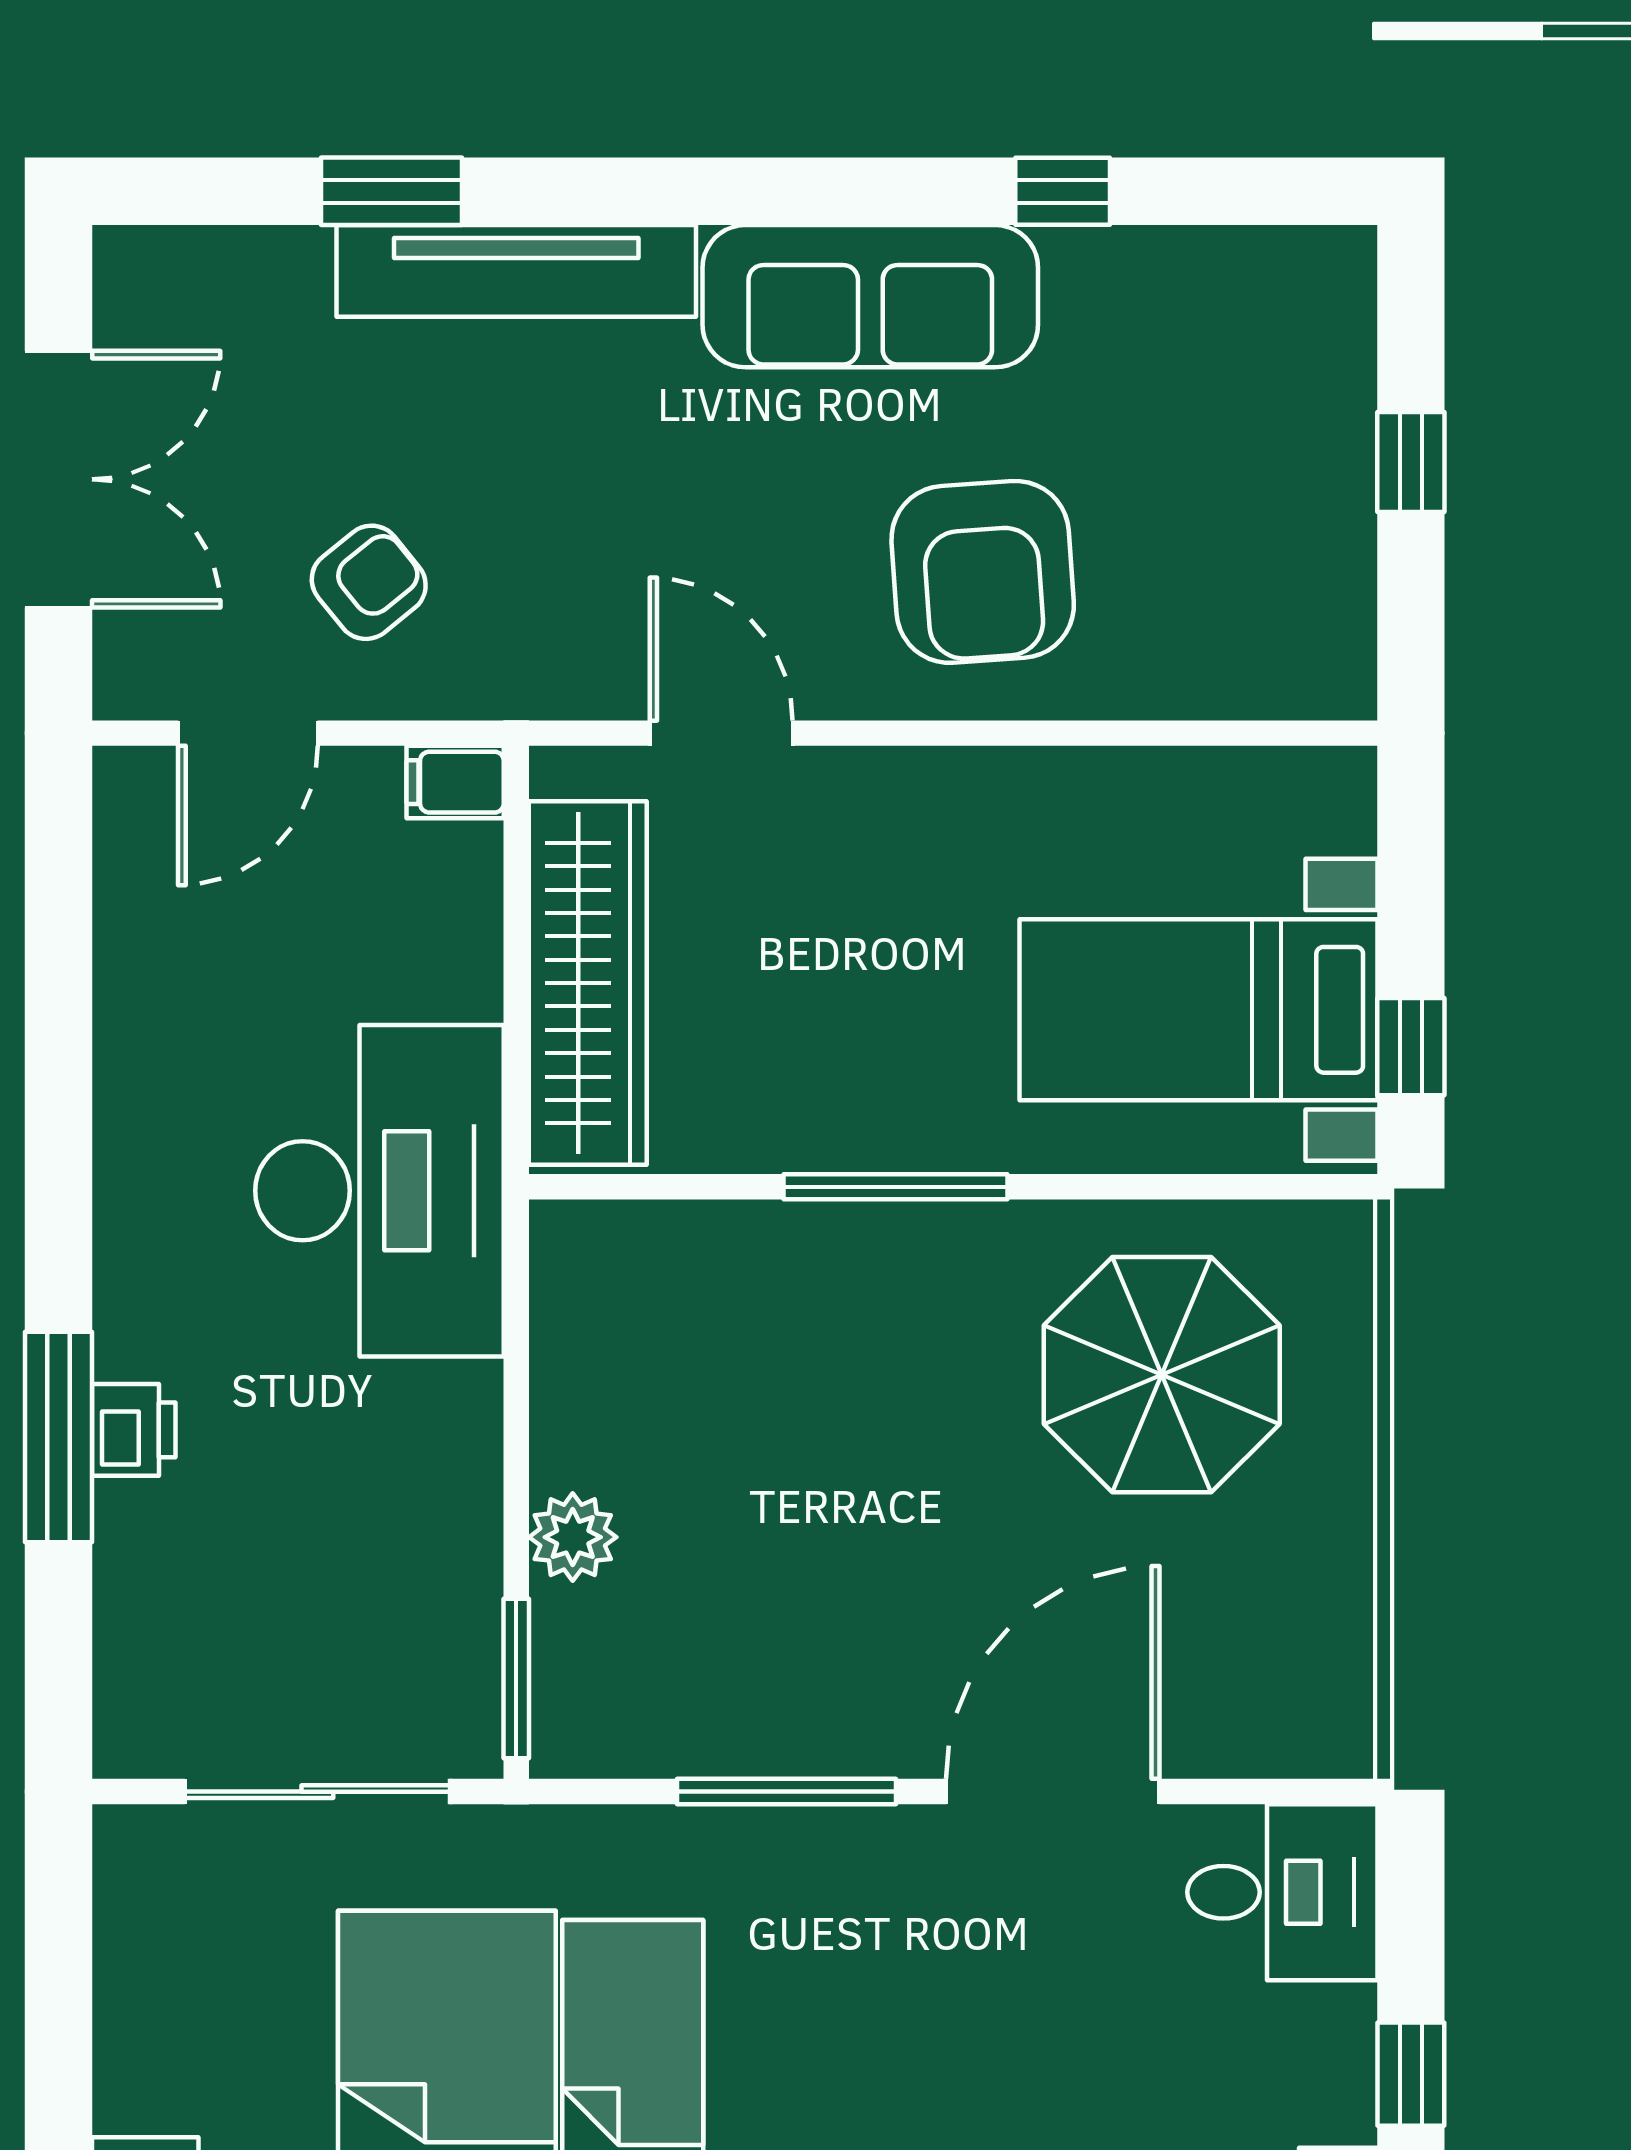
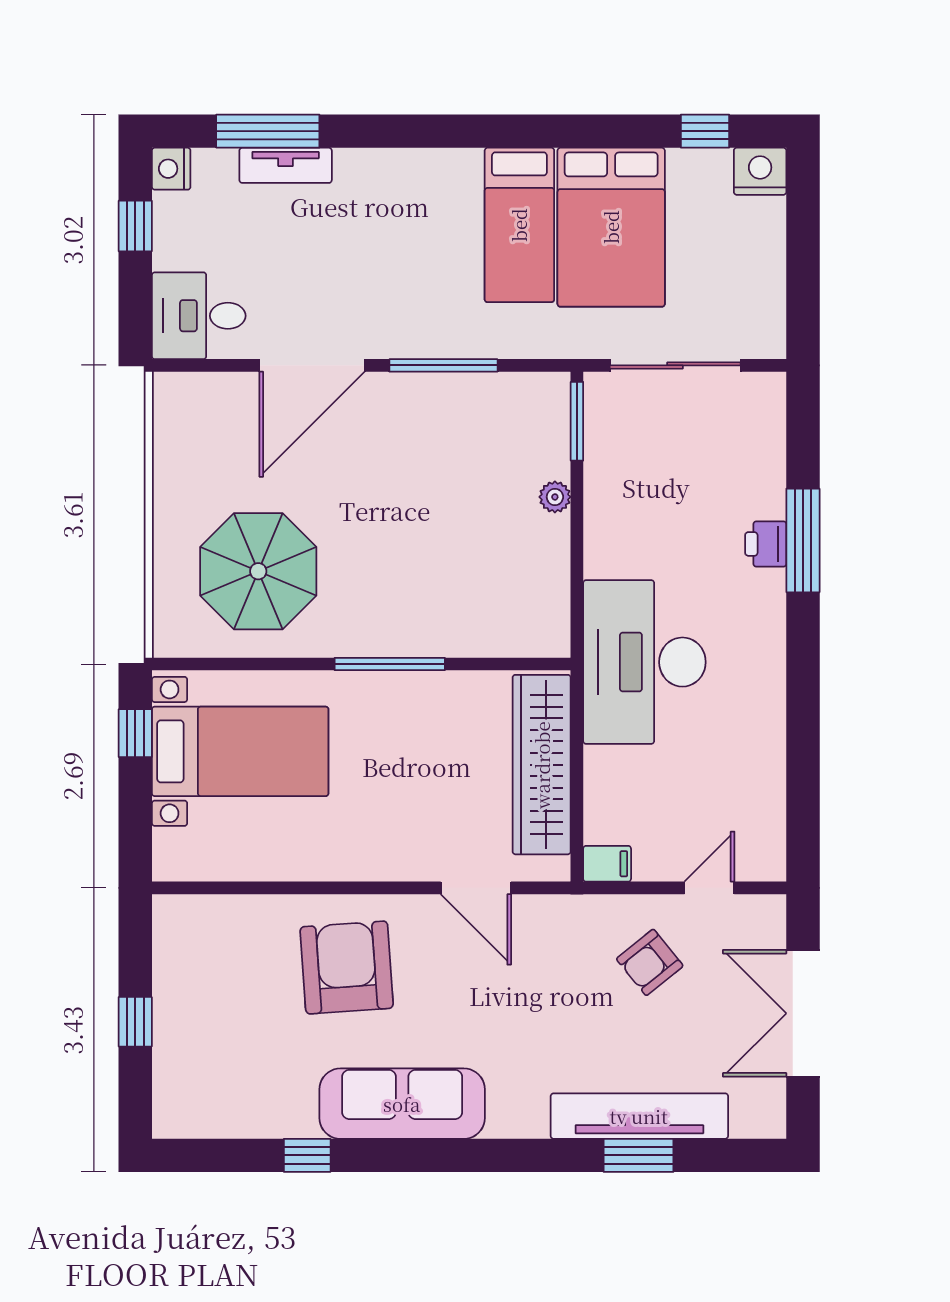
tv unit: (516, 271) -> (639, 1116), moved
door: (248, 733) -> (709, 888), width x0.73
plant: (573, 1537) -> (555, 497), width x0.73, depth x0.73

